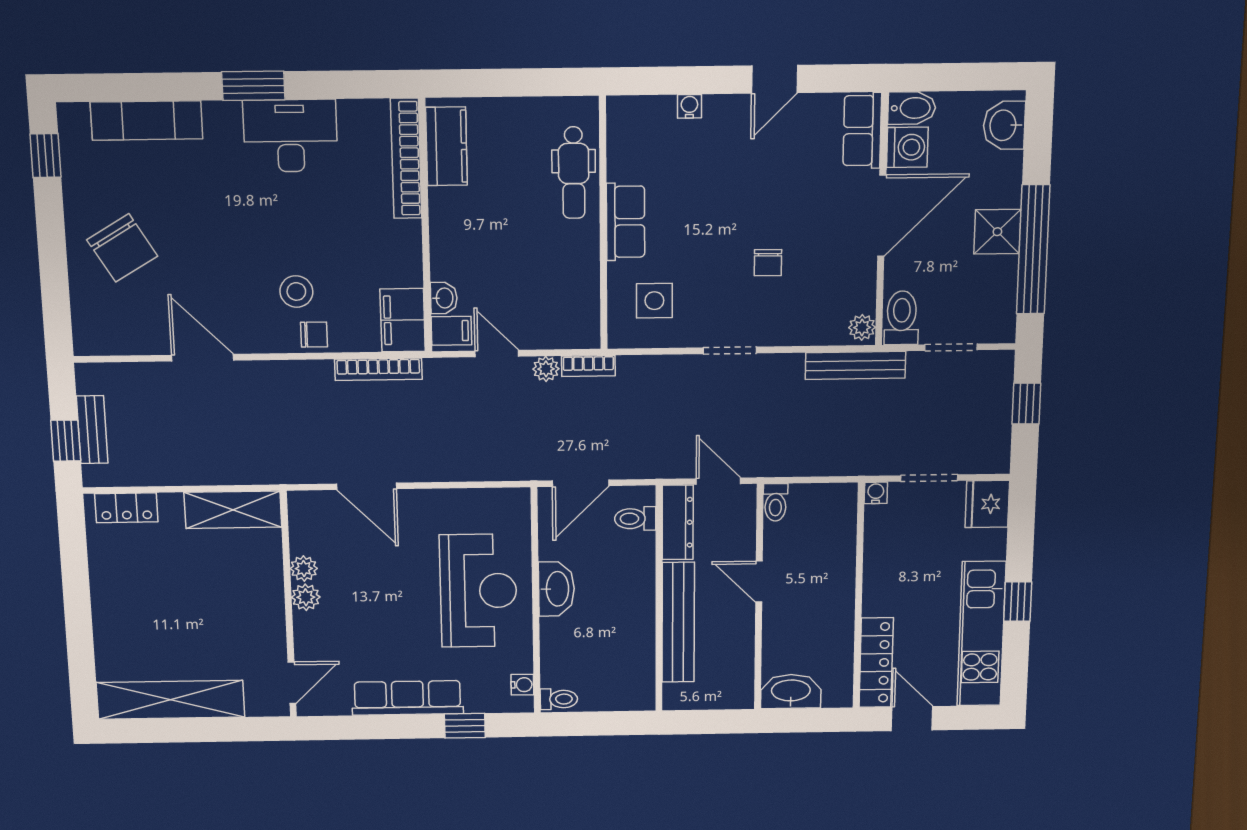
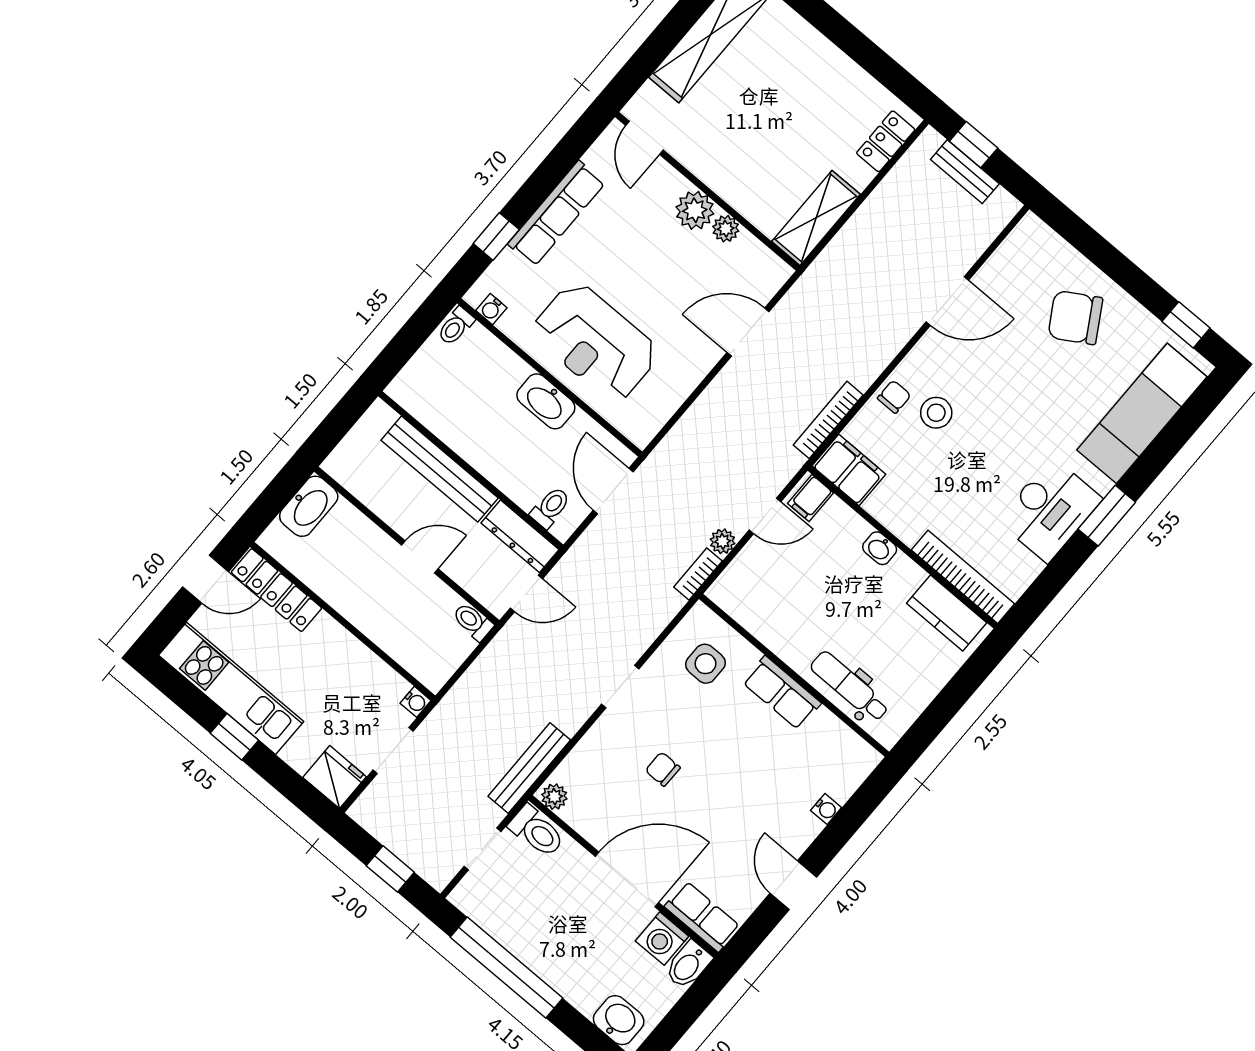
exam couch: (147, 121) -> (1142, 413), width x1.36, depth x1.45
door: (882, 216) -> (627, 879), swing flipped
shower: (997, 232) -> (543, 953), removed
washbasin: (444, 298) -> (880, 548), moved
chair: (314, 334) -> (894, 397), turned 180
plant: (306, 597) -> (695, 210), width x1.38, depth x1.38

